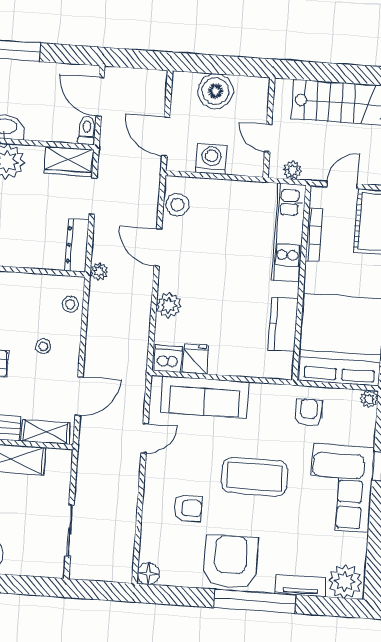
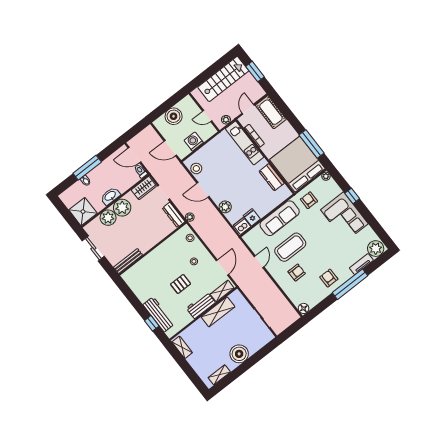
sofa: (204, 397) -> (280, 218), moved
coffee table: (254, 477) -> (290, 247), moved
armchair: (230, 562) -> (329, 278), width x0.53, depth x0.53

